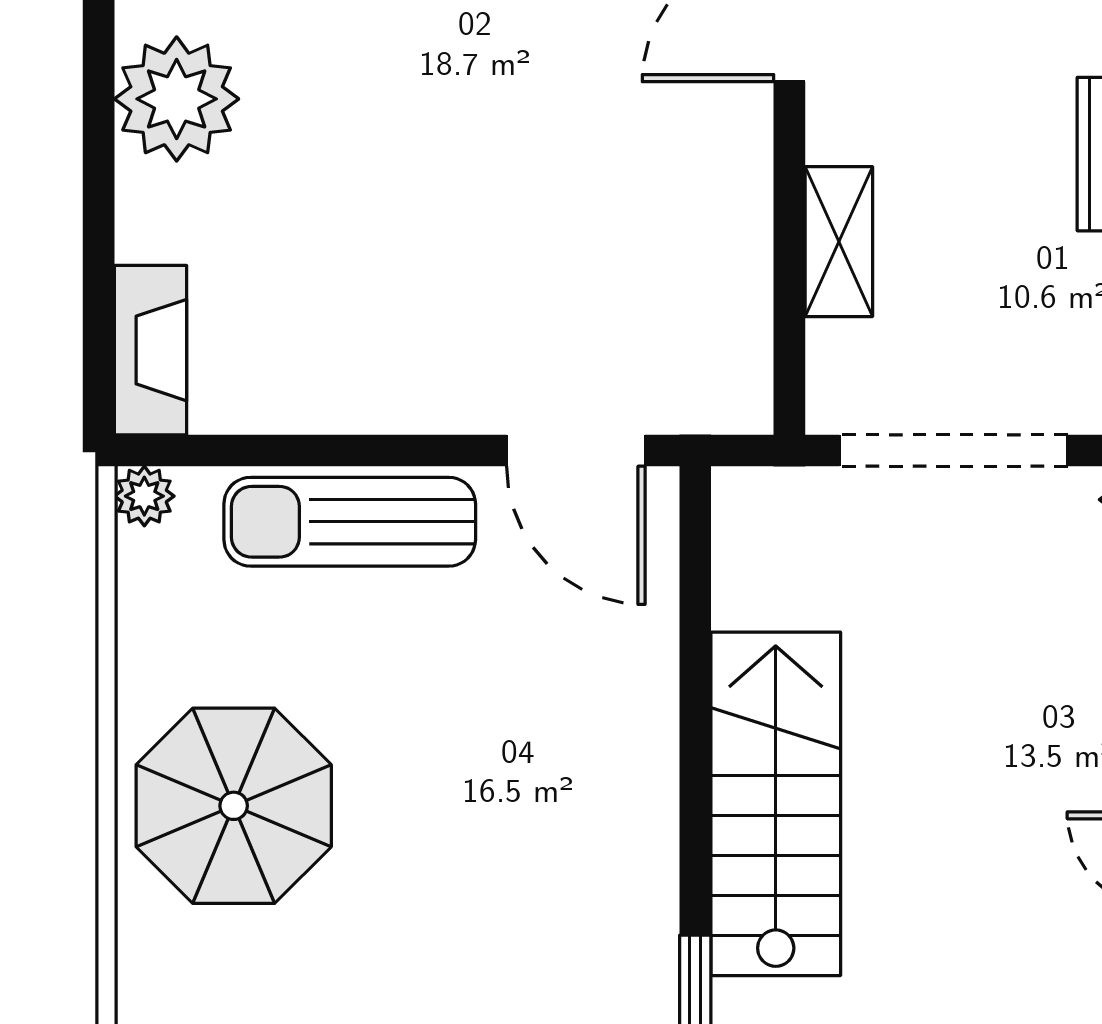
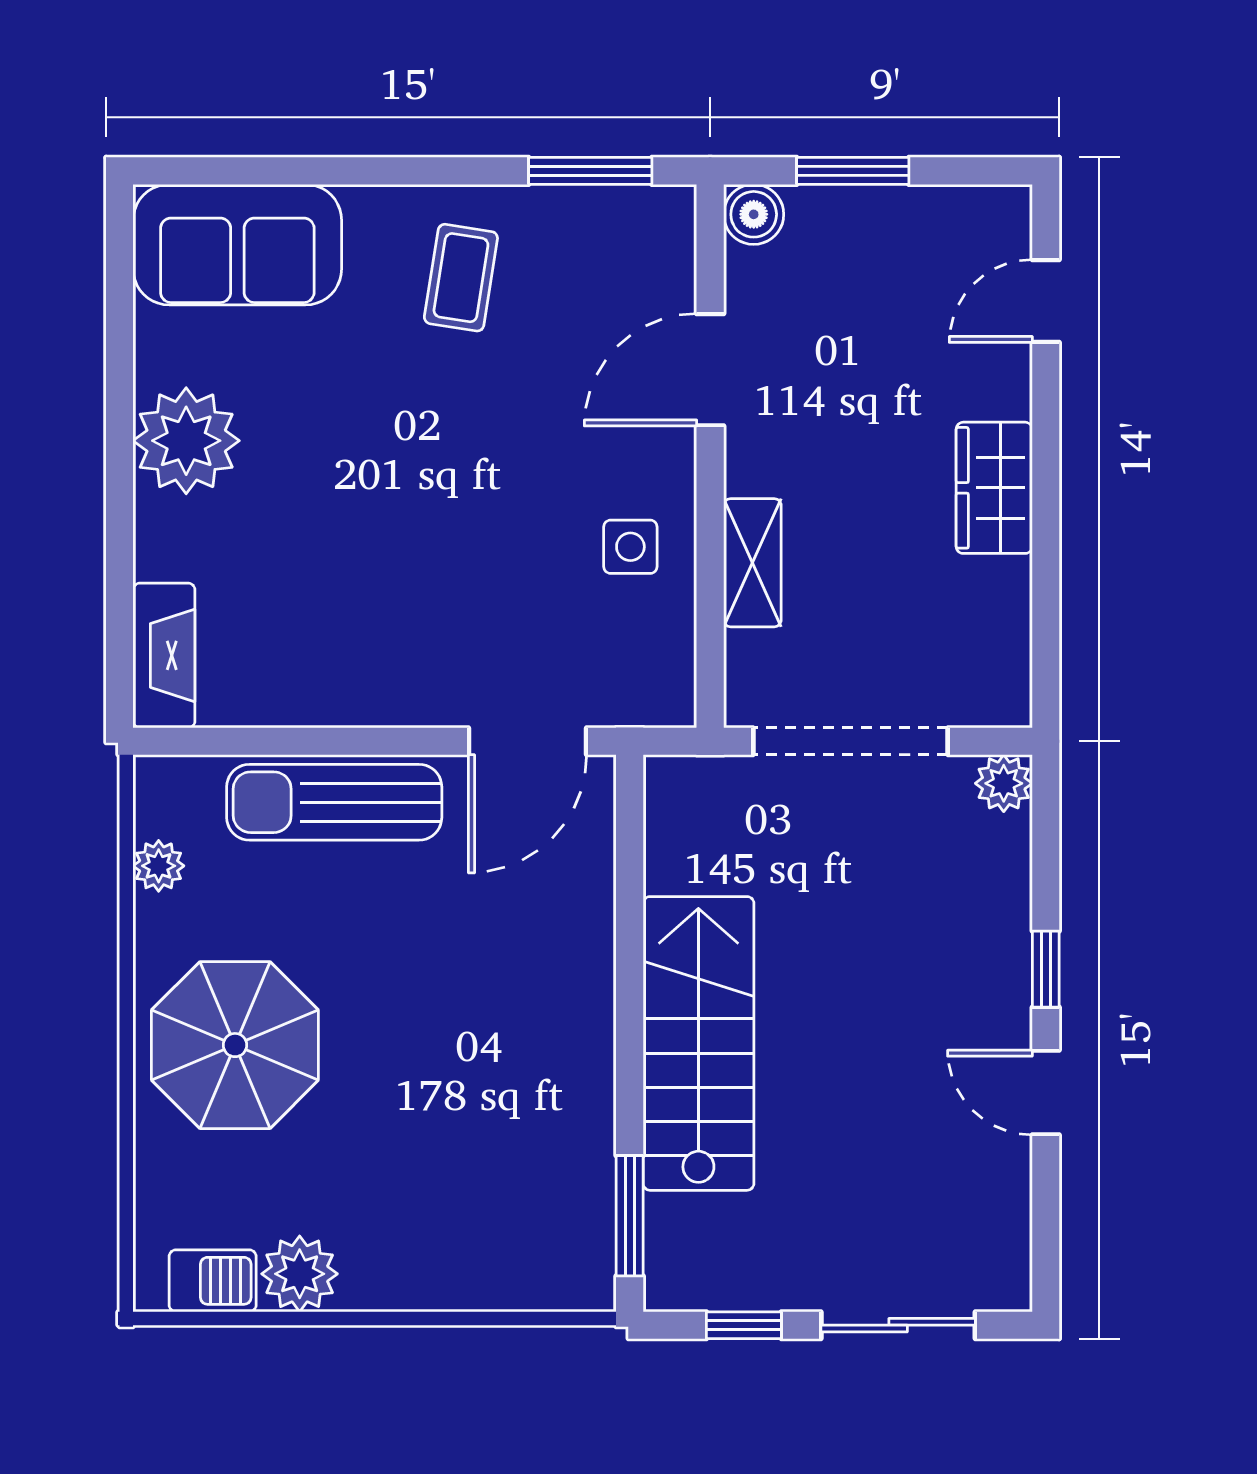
side table: (696, 223) -> (630, 547), added
door: (576, 450) -> (528, 741), hinge flipped
plant: (144, 496) -> (159, 866), moved

